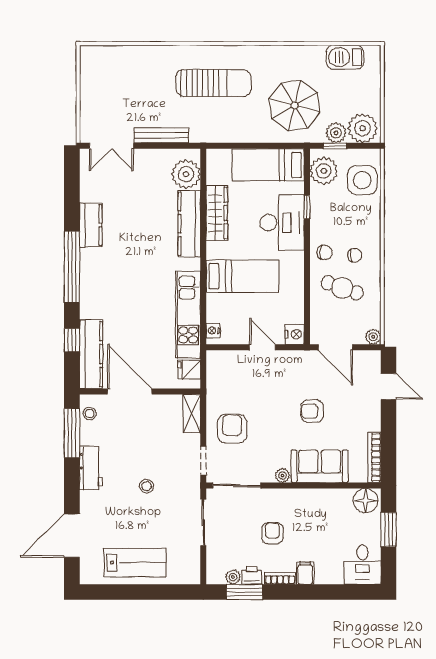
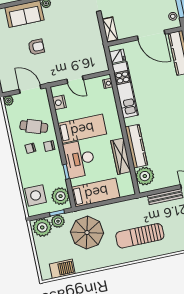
bed: (242, 276) -> (82, 129), moved, turned 180
nightstand: (295, 334) -> (59, 102), moved
armchair: (232, 429) -> (83, 26), removed

